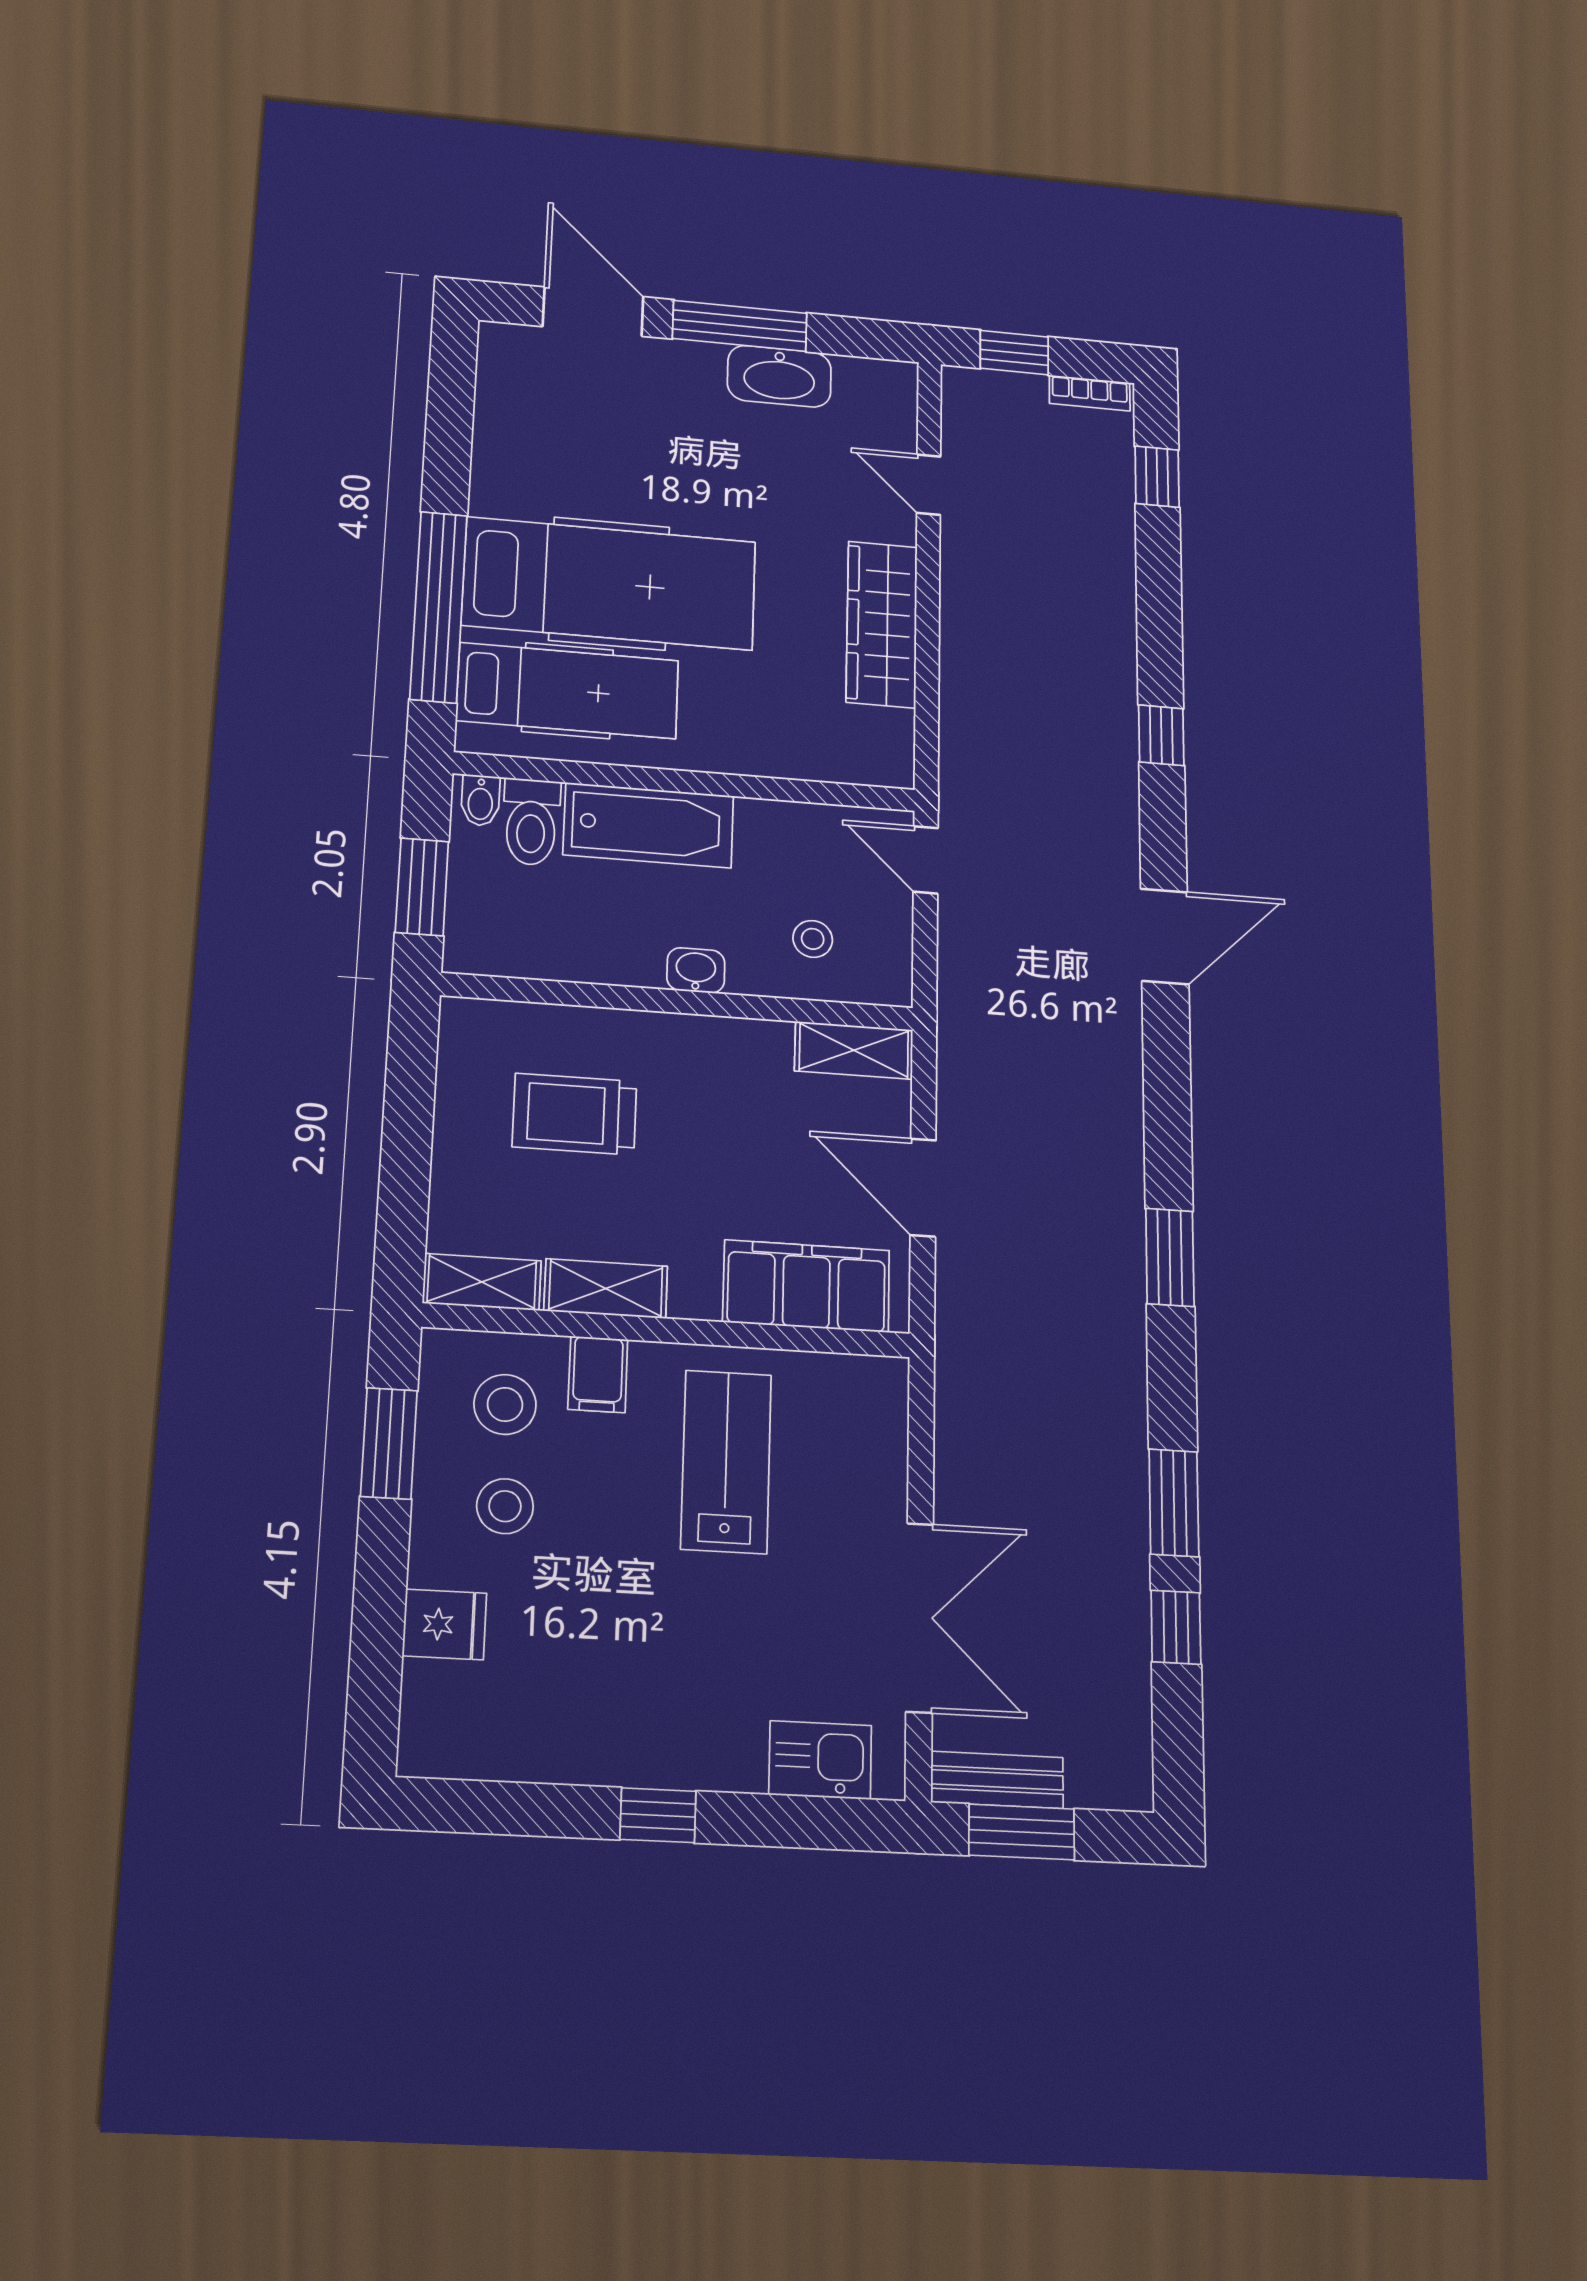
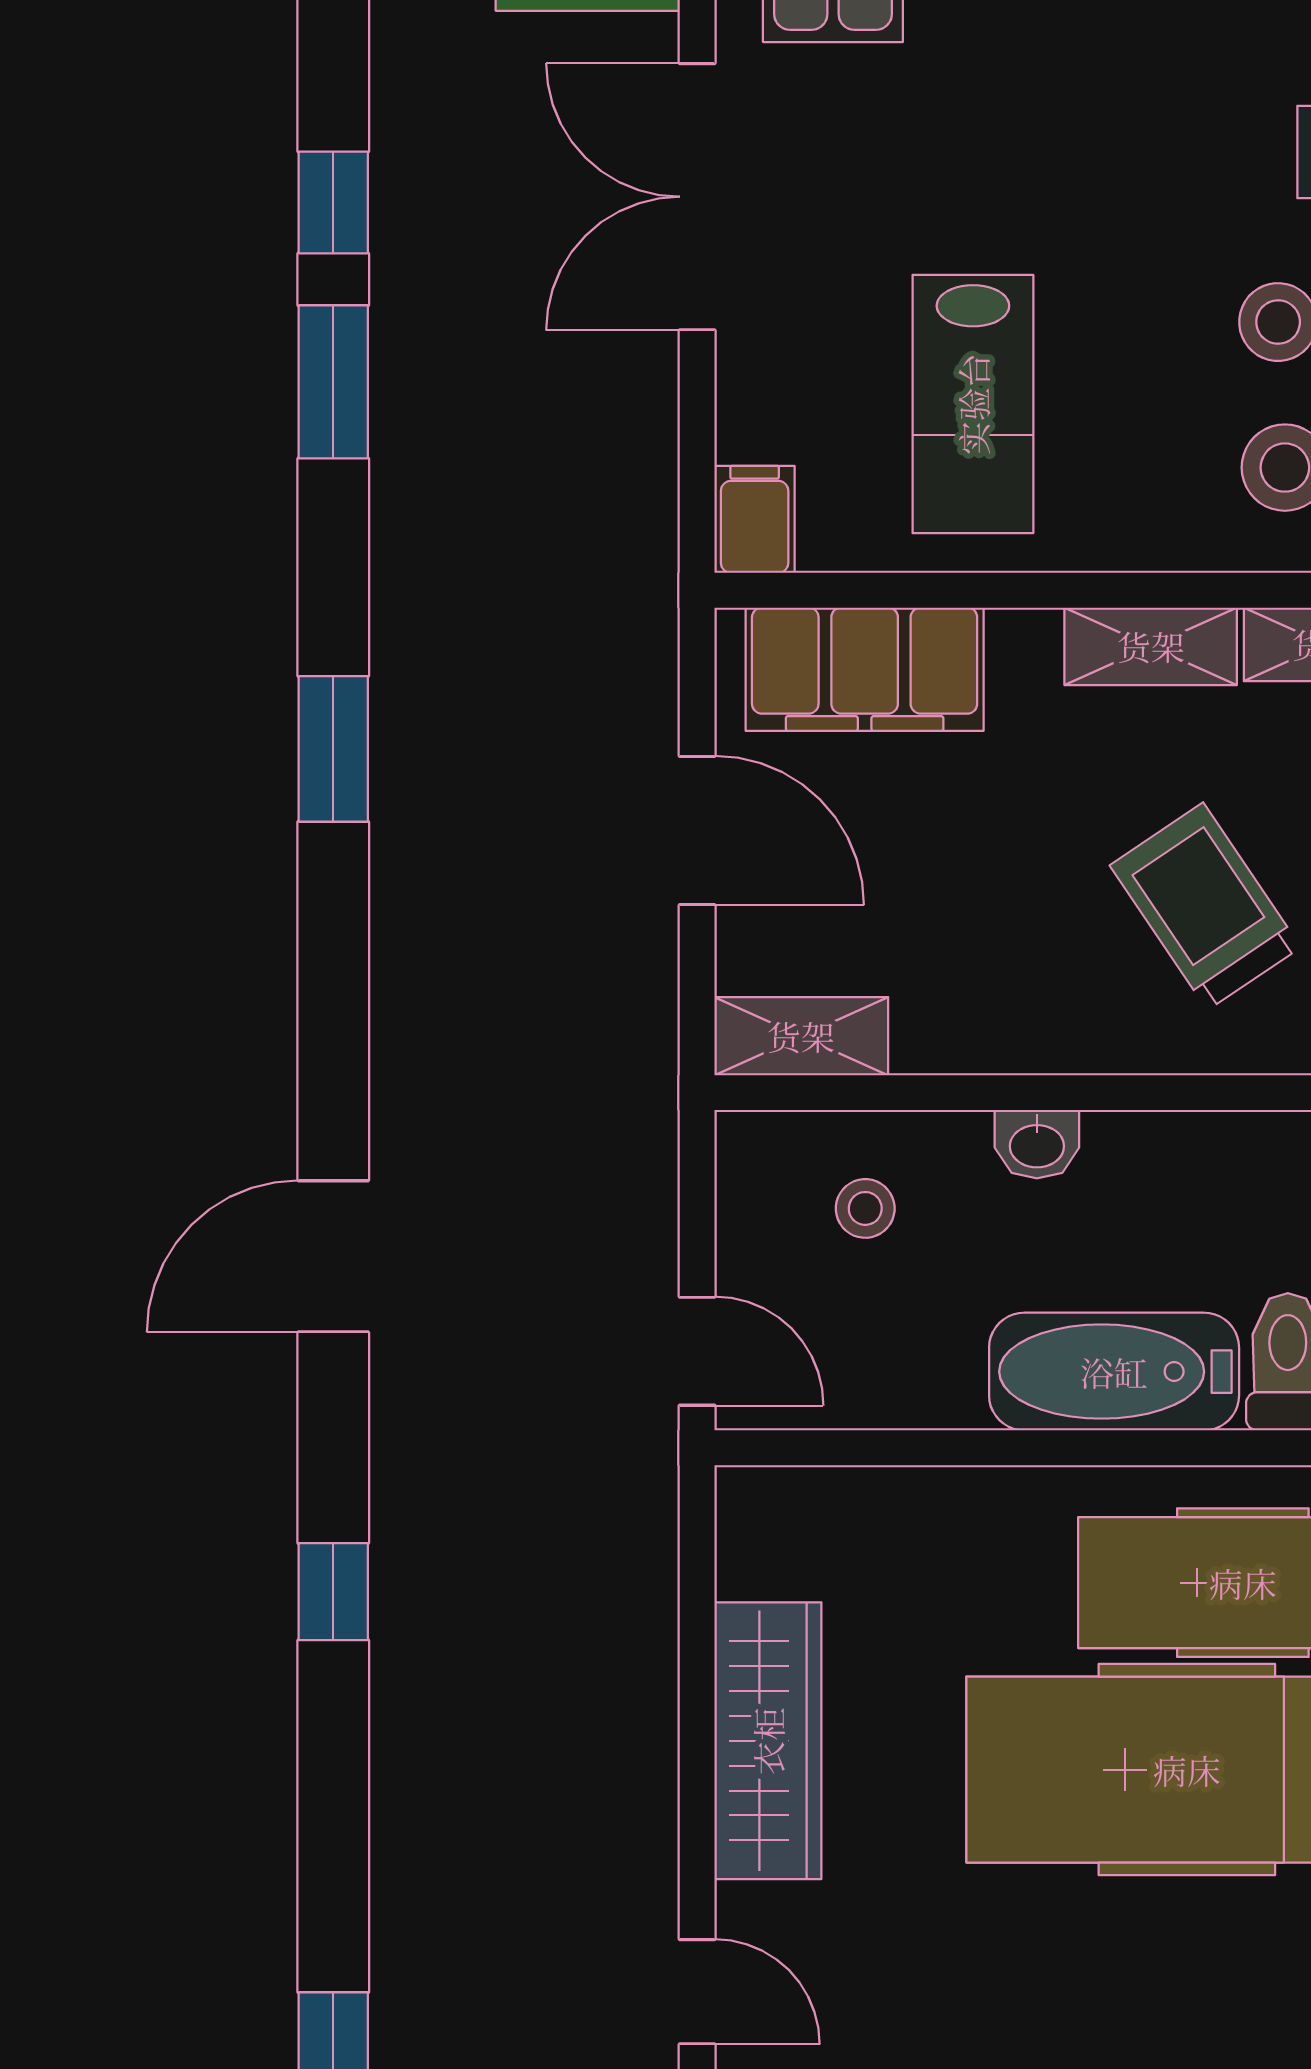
trolley: (575, 1114) -> (1205, 906), turned -124
filing cabinet: (598, 1374) -> (755, 519), moved

